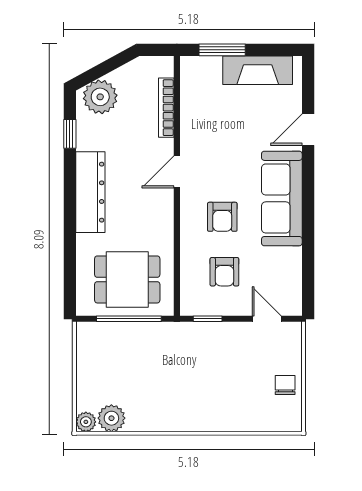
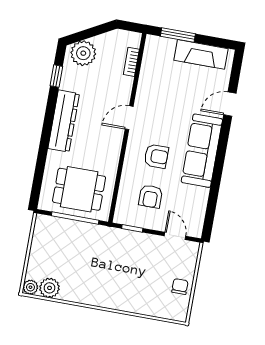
bookcase: (166, 108) -> (131, 62), width x0.64
armchair: (222, 217) -> (156, 156), turned -90

